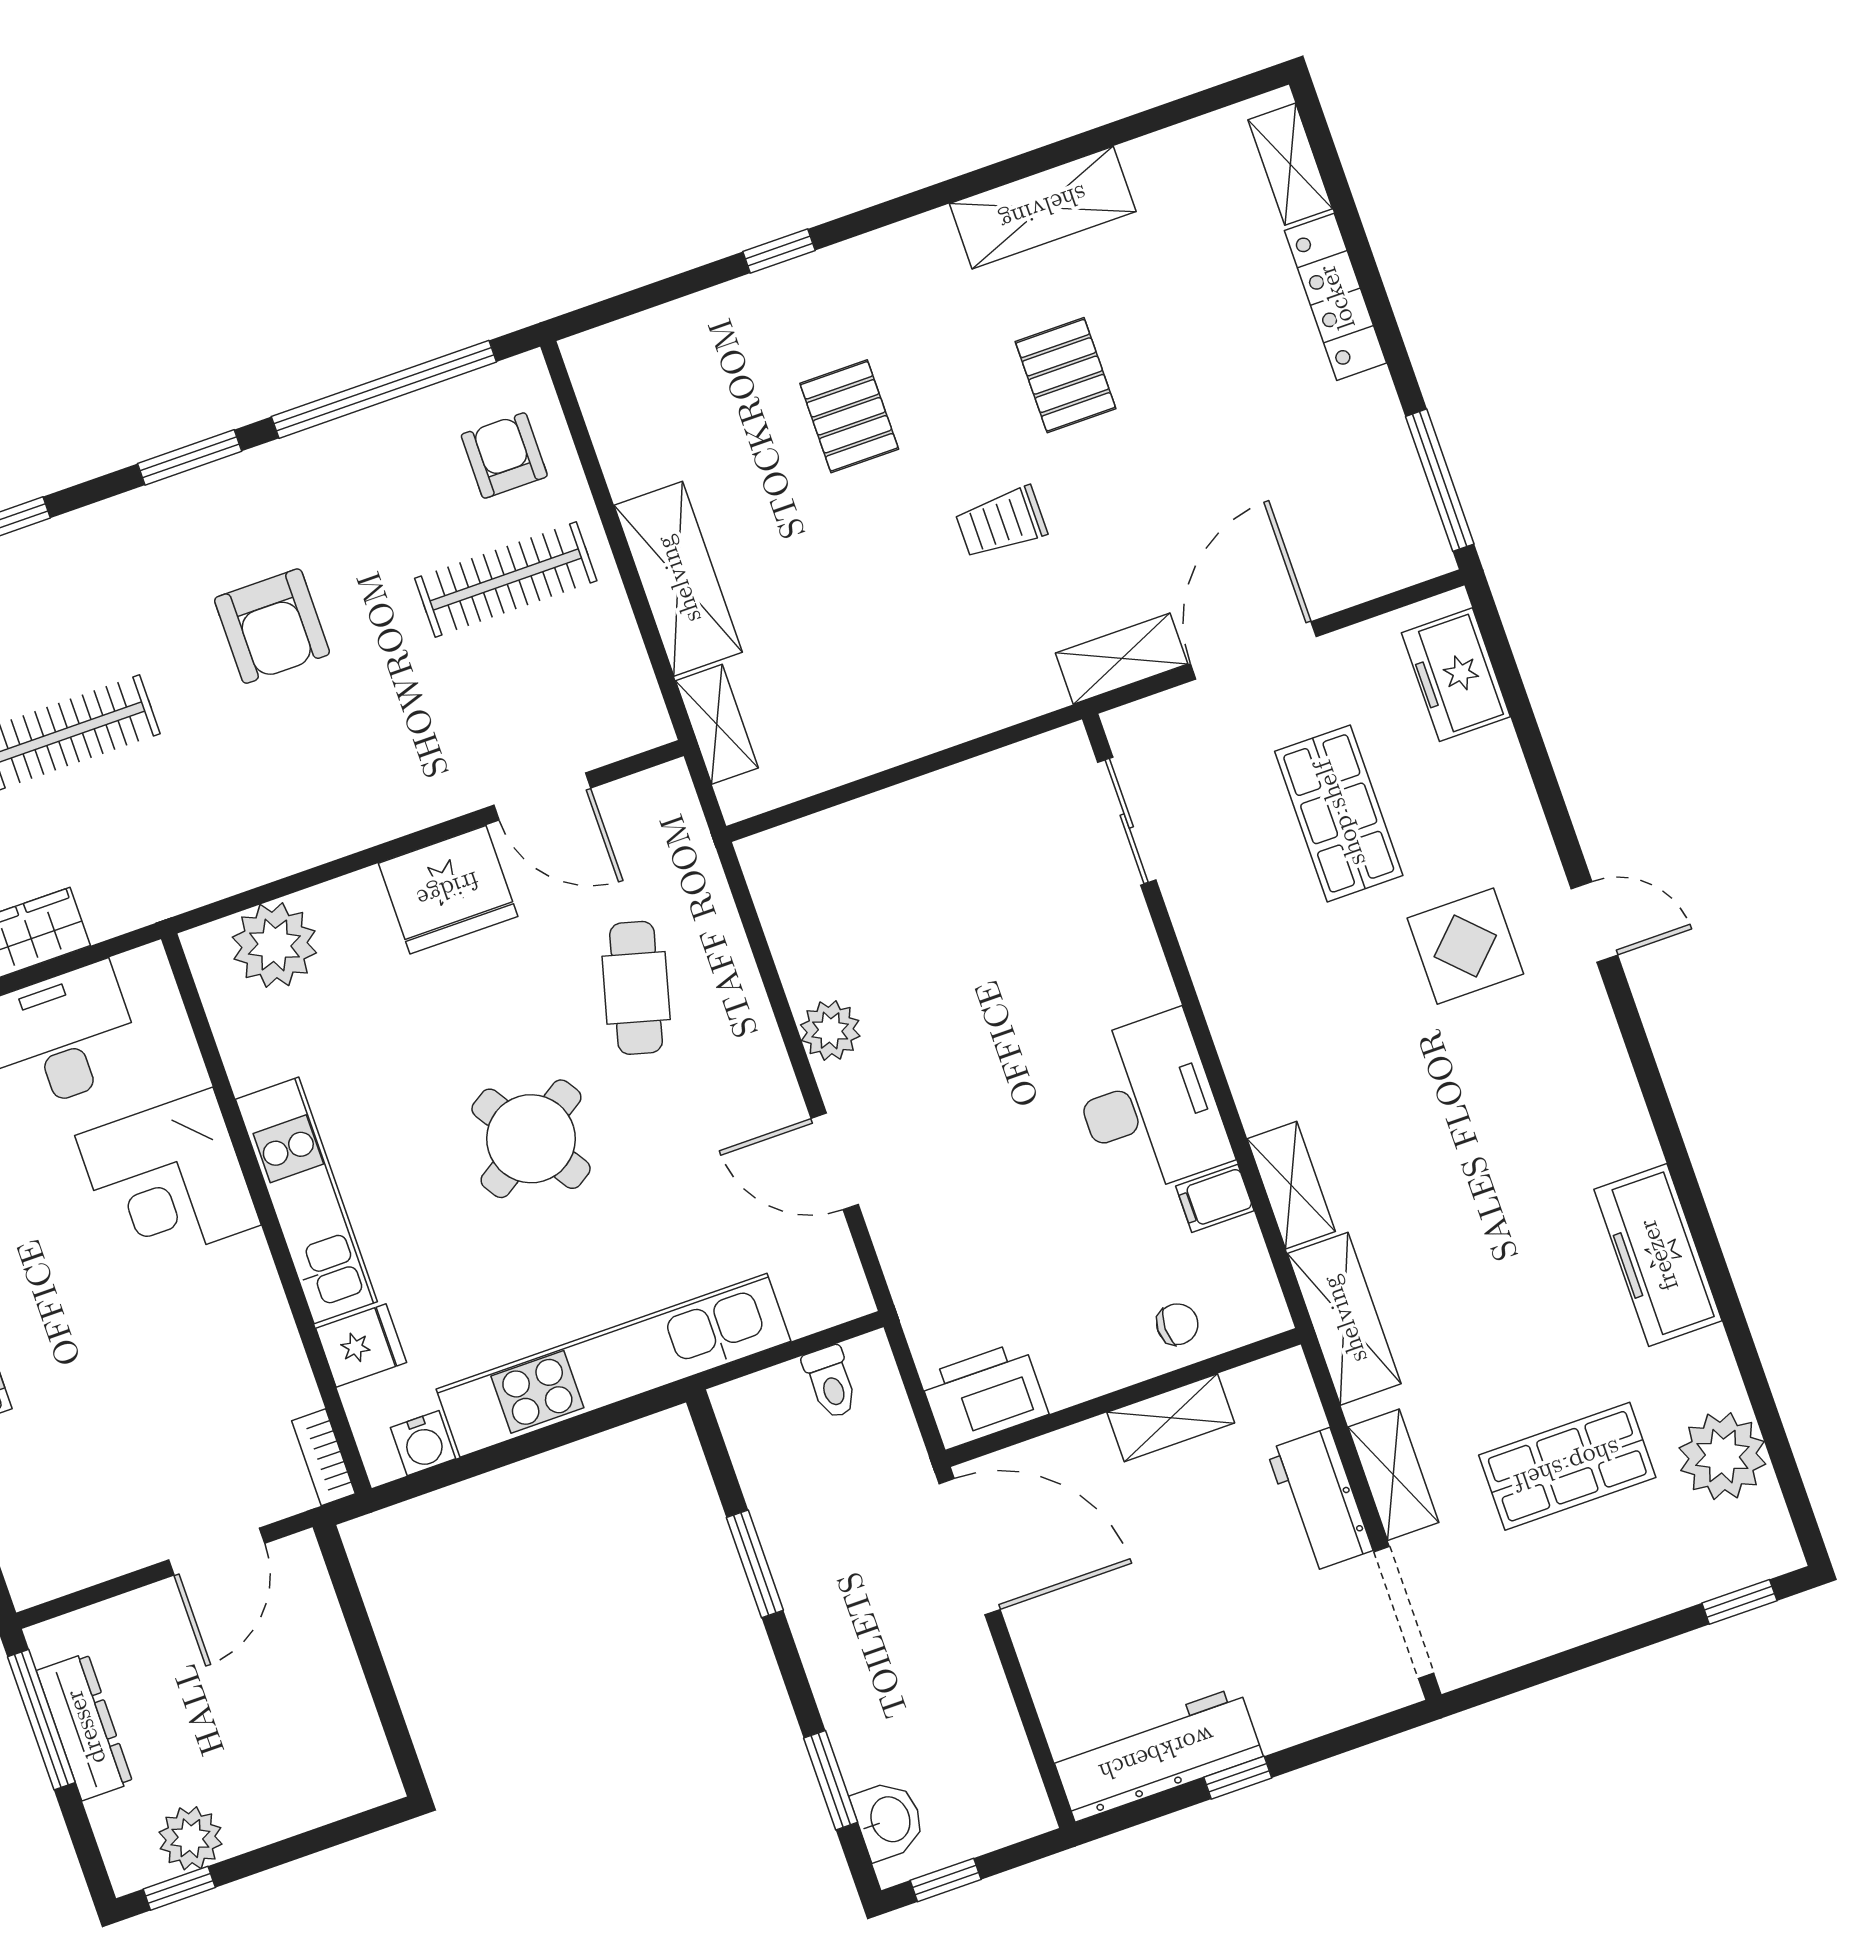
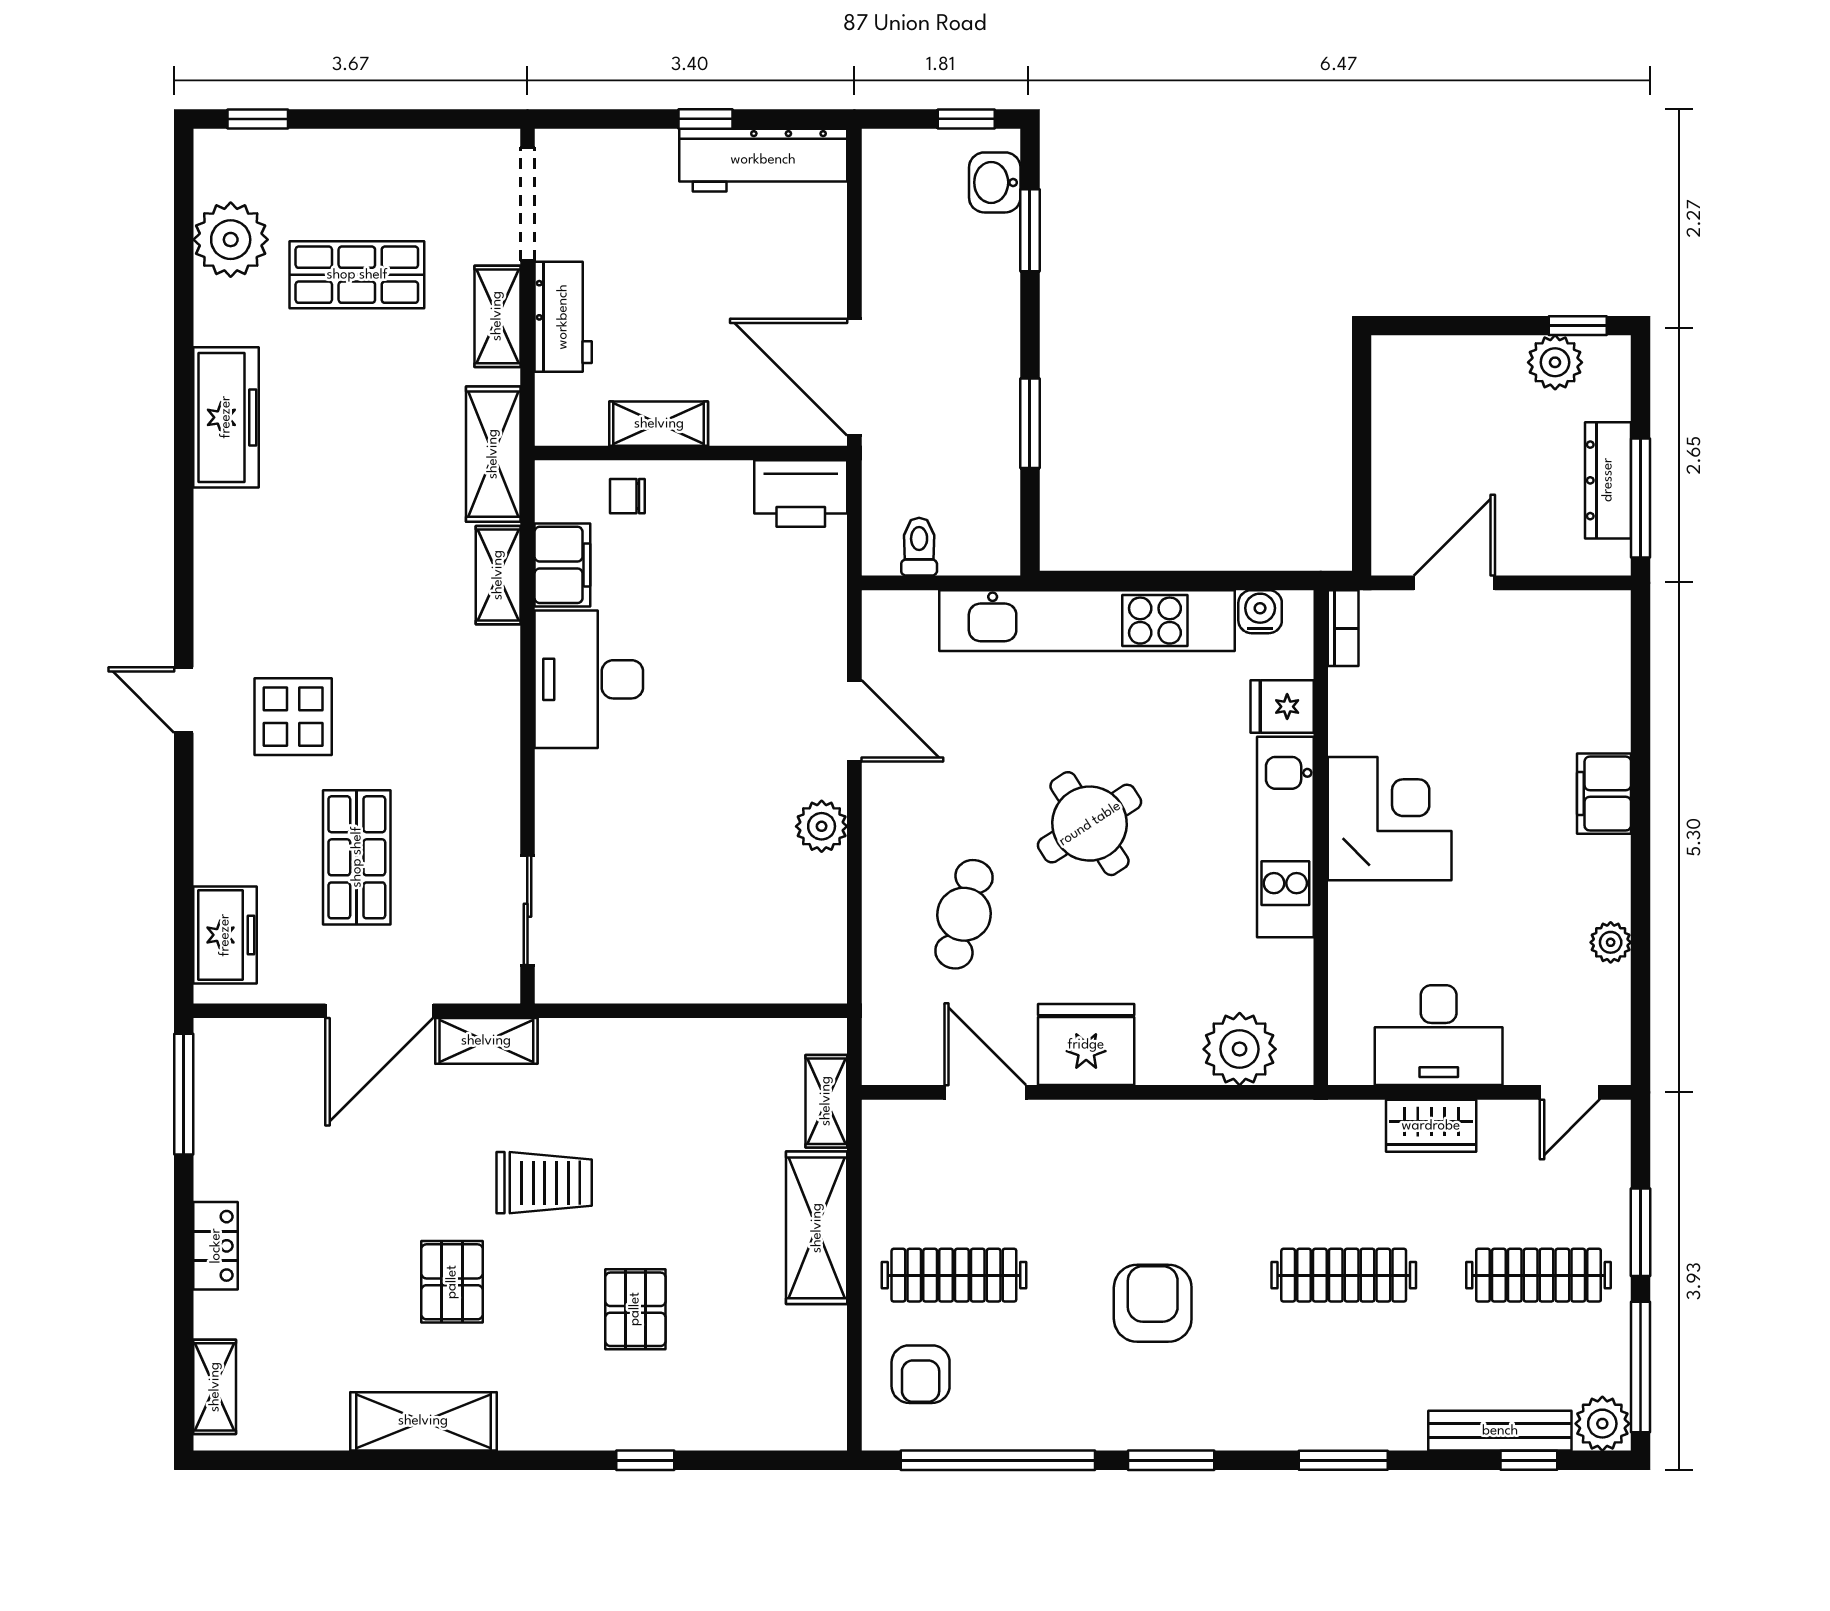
locker: (1336, 297) -> (216, 1246), width x0.66
trolley: (1001, 522) -> (544, 1183), width x1.36, depth x1.39
corner desk: (168, 1180) -> (1390, 819), moved
filing cabinet: (1215, 1198) -> (562, 565), width x2.00

